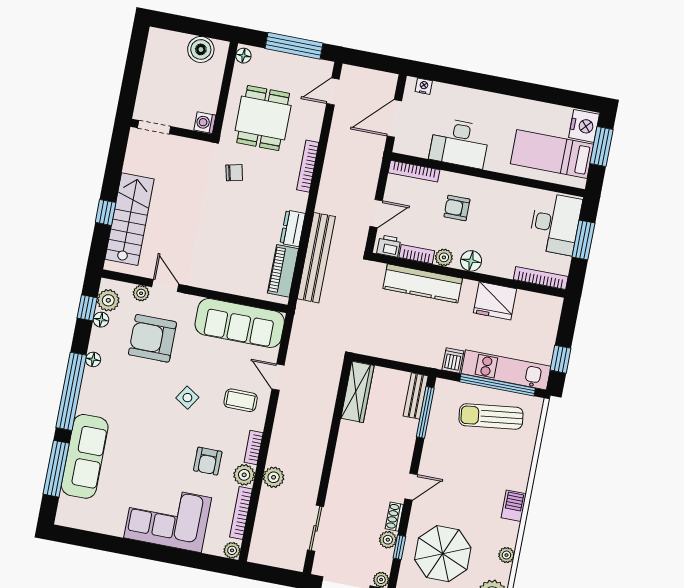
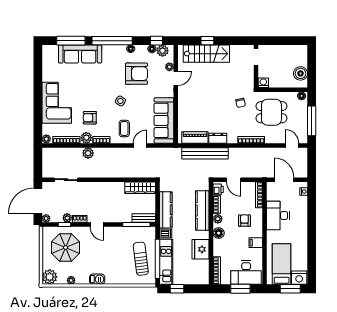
filing cabinet: (502, 195) -> (256, 243), added
armchair: (152, 338) -> (136, 74), moved, turned 90
kitchen counter: (408, 352) -> (166, 210), added

